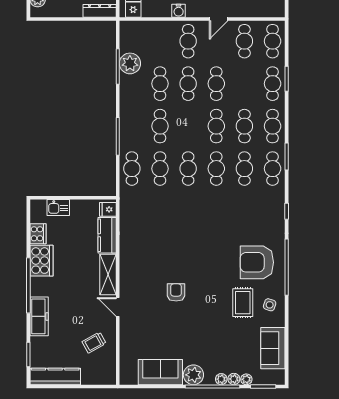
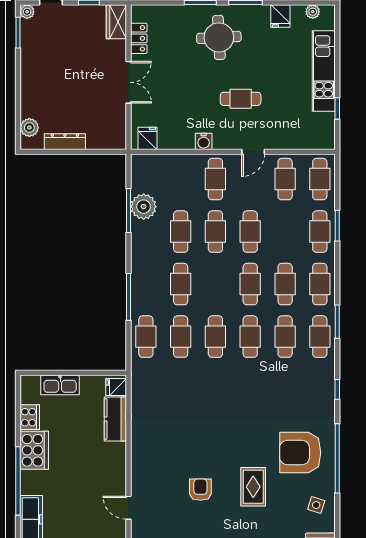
dresser: (100, 11) -> (65, 142), moved
kitchen sink: (58, 208) -> (60, 385), width x1.38
shelving: (108, 275) -> (116, 468), removed
rug: (243, 303) -> (253, 487), moved

